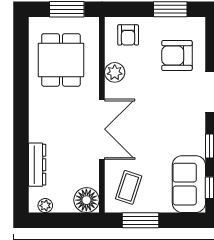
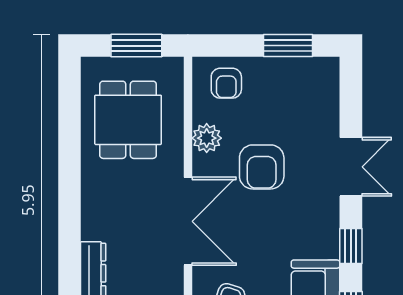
armchair: (177, 55) -> (262, 167), moved, turned -90

